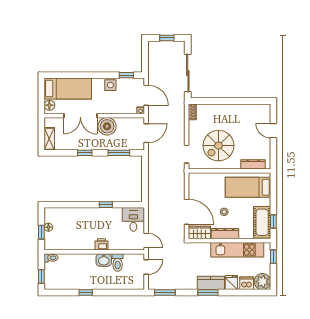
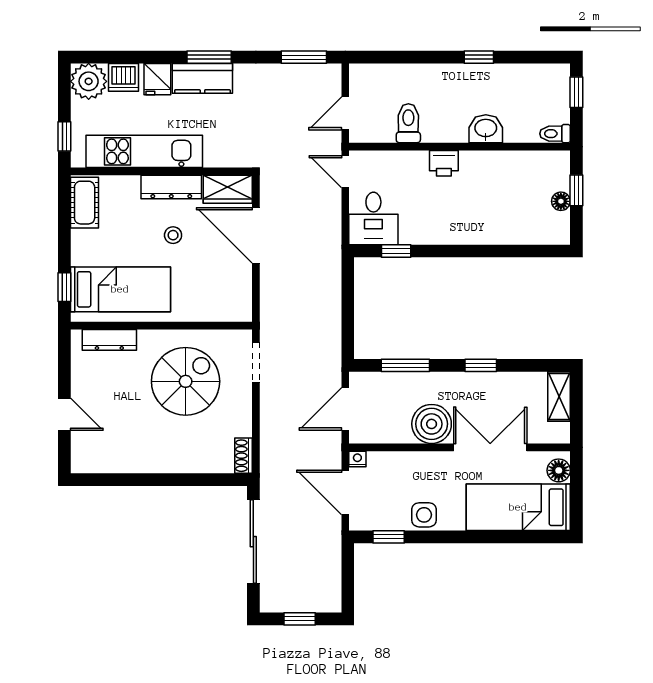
window: (106, 205) -> (396, 251), moved
cot: (262, 222) -> (85, 203), width x0.73, depth x0.75
window: (273, 222) -> (64, 287), moved
washbasin: (104, 260) -> (486, 129), moved

